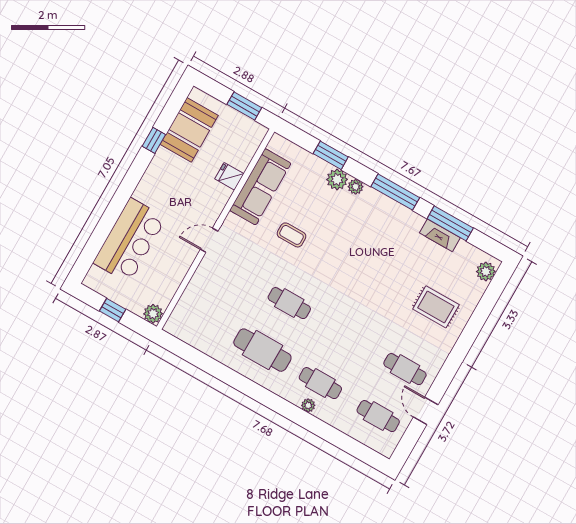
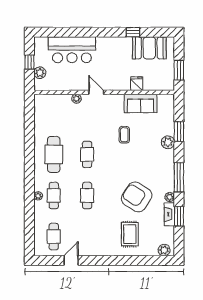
sofa: (260, 187) -> (141, 103), width x0.73
plant: (356, 187) -> (170, 197), moved
window: (450, 223) -> (179, 216), width x0.69
armchair: (389, 267) -> (137, 197), added
plant: (202, 273) -> (77, 99), added
plant: (153, 314) -> (40, 73), moved
cafe table: (405, 369) -> (87, 196), moved

